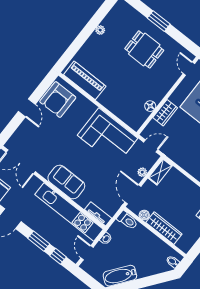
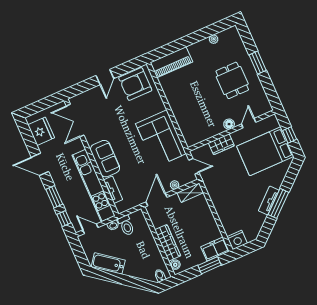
plant: (100, 30) -> (214, 39), moved
door: (189, 69) -> (249, 123), moved
piano: (85, 80) -> (171, 62), moved, turned 90
floor lamp: (150, 106) -> (229, 124), moved
tv unit: (98, 214) -> (113, 190), moved
boiler: (144, 215) -> (175, 265), moved
toilet: (127, 220) -> (126, 225), moved
door: (87, 253) -> (90, 229), hinge flipped

